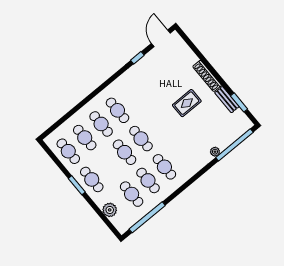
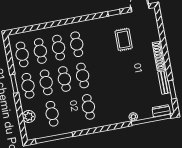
rug: (187, 103) -> (124, 40), moved, turned 90
dresser: (240, 130) -> (161, 111), added
cafe table: (148, 180) -> (46, 82), moved

